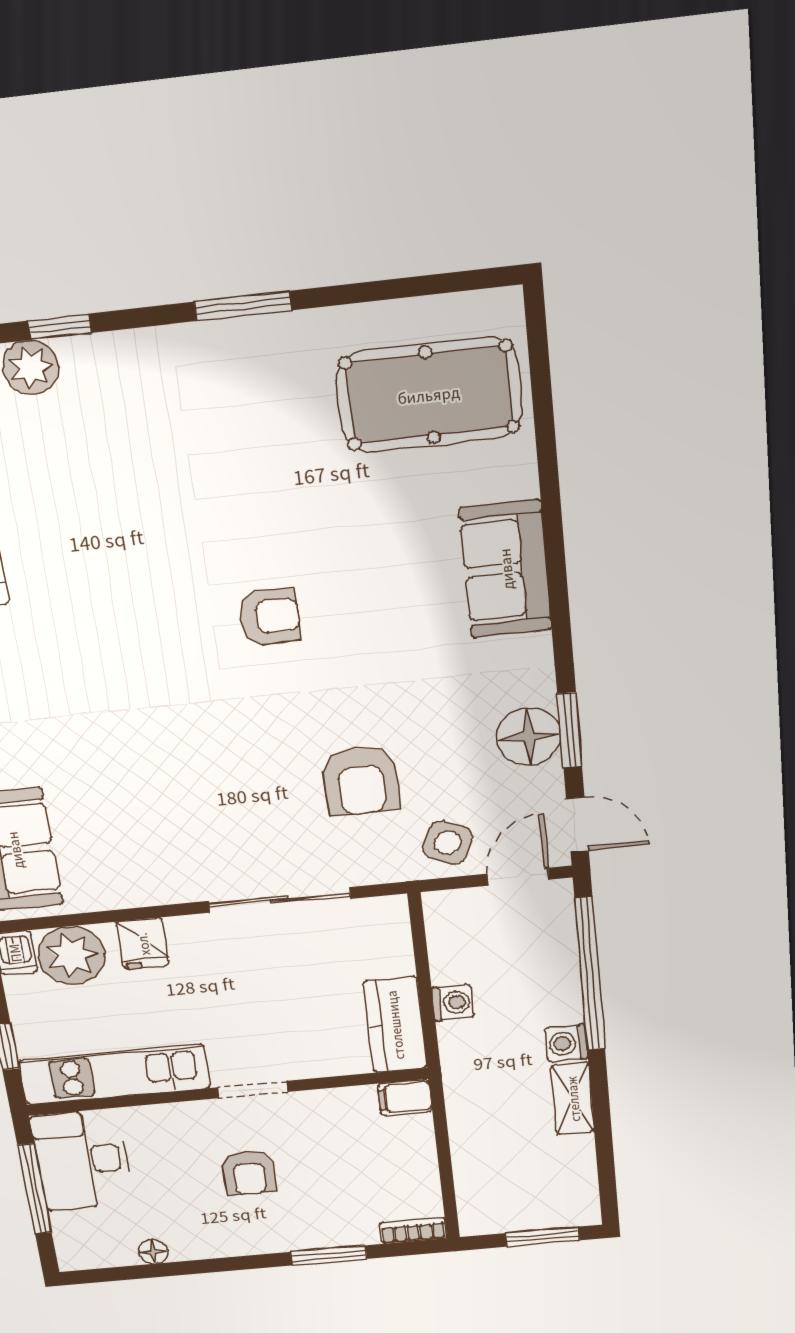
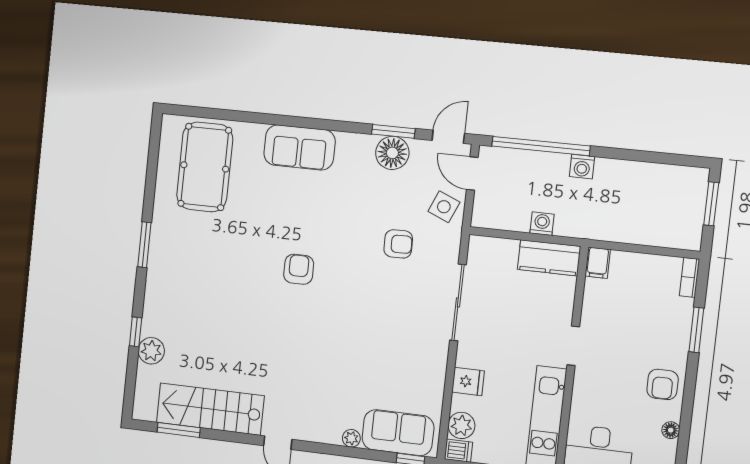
armchair: (361, 781) -> (398, 244), width x0.72, depth x0.72
plant: (72, 955) -> (461, 425), width x0.73, depth x0.73
shelving: (573, 1099) -> (619, 170), removed
armchair: (249, 1173) -> (663, 384), moved, turned 90

